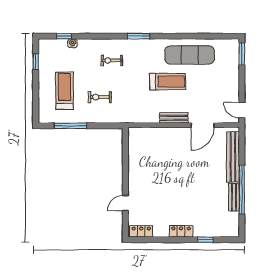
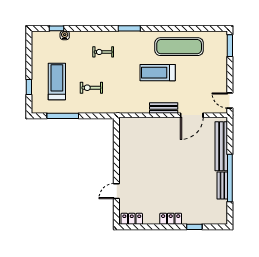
window: (36, 62) -> (29, 87), moved
treadmill: (168, 82) -> (158, 73), turned 180

